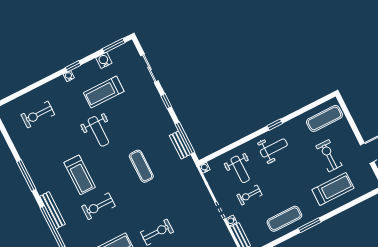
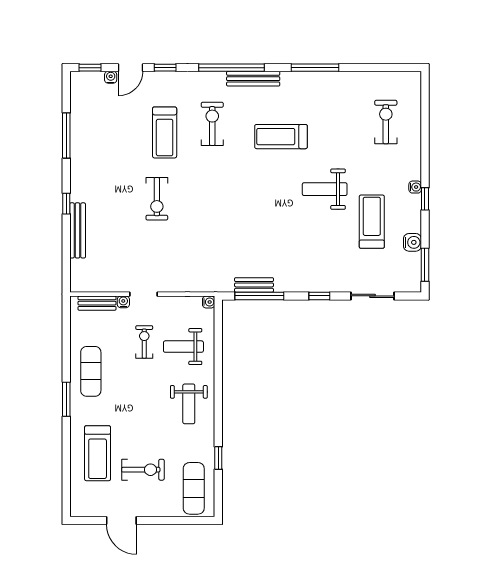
window: (275, 125) -> (218, 458), moved
exercise mat: (141, 166) -> (252, 222), removed
exercise bike: (98, 206) -> (212, 124), moved

